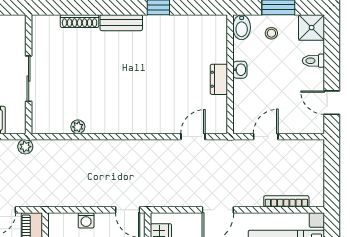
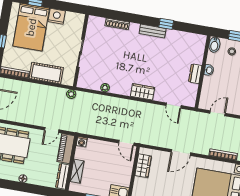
bench: (121, 23) -> (153, 31), moved
wardrobe: (139, 123) -> (142, 92), added
door: (193, 137) -> (174, 106), swing flipped
washing machine: (86, 220) -> (82, 142), moved

